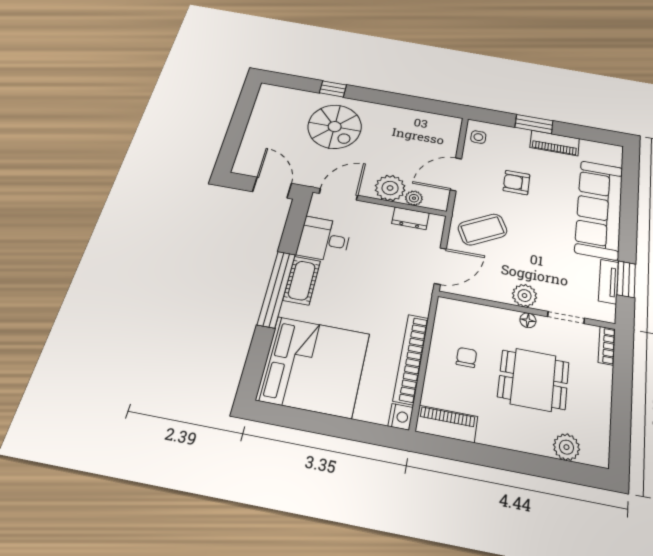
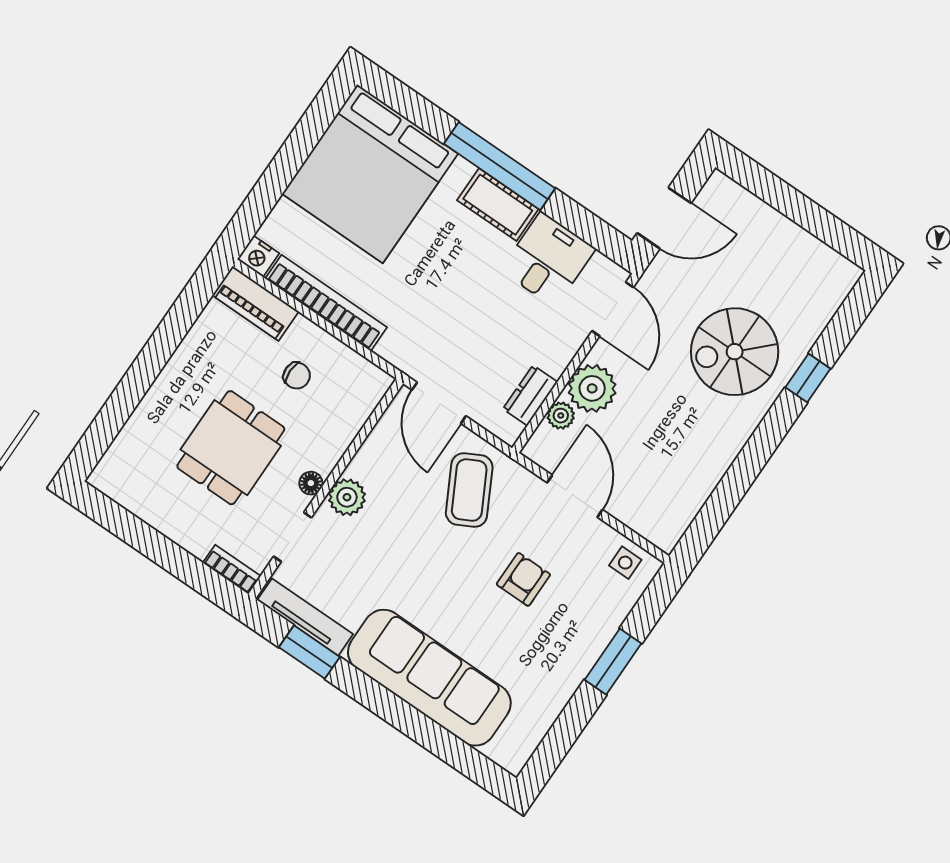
piano: (555, 143) -> (566, 675), removed
tv unit: (608, 282) -> (305, 617), width x1.41
piano: (447, 424) -> (255, 303), moved, turned 90
plant: (566, 447) -> (132, 444), removed

